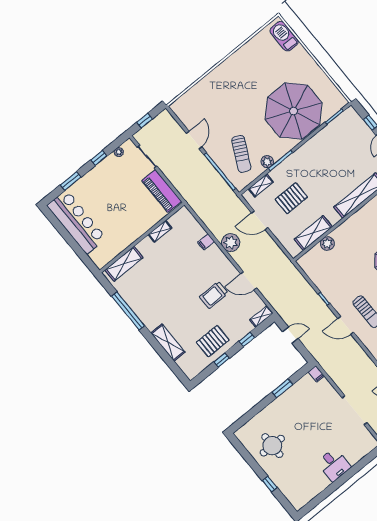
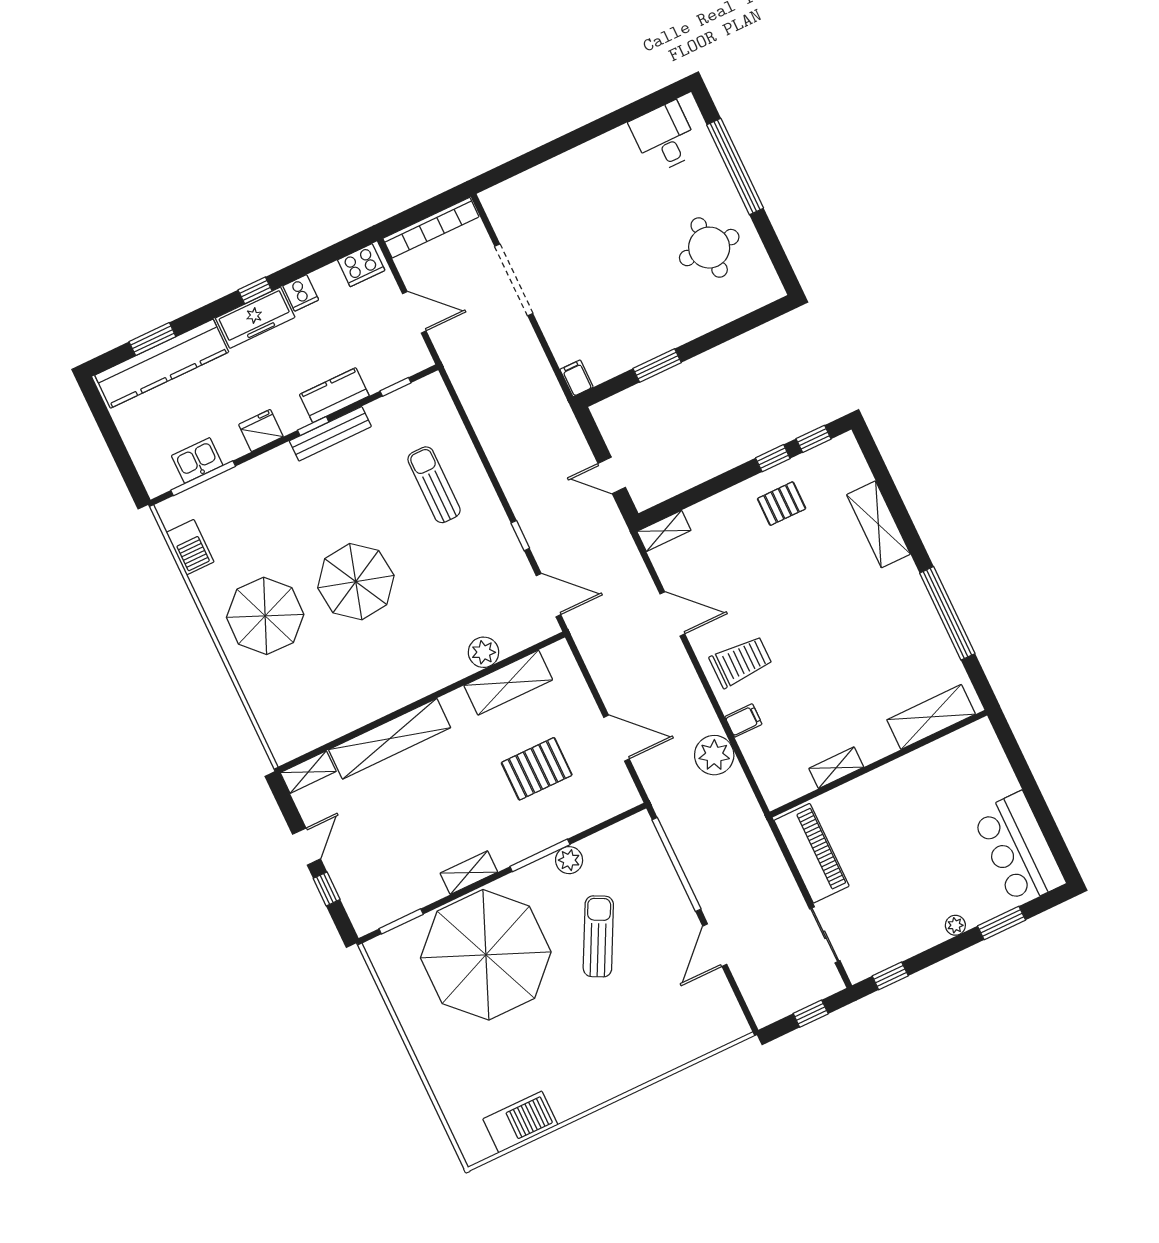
barbecue: (284, 36) -> (520, 1122), moved, turned -90
plant: (119, 152) -> (955, 925), moved
sun lounger: (241, 154) -> (598, 936), moved
window: (99, 158) -> (890, 976), moved
shelving: (261, 185) -> (469, 873), moved
bar counter: (77, 222) -> (1019, 849), width x0.73
plant: (231, 243) -> (714, 755), moved
trolley: (214, 295) -> (741, 662), moved
door: (346, 325) -> (549, 595), moved
window: (247, 339) -> (814, 439), moved
pallet: (213, 341) -> (782, 504), width x0.67, depth x0.71
desk: (334, 465) -> (664, 137), moved
window: (270, 484) -> (735, 167), width x3.17

